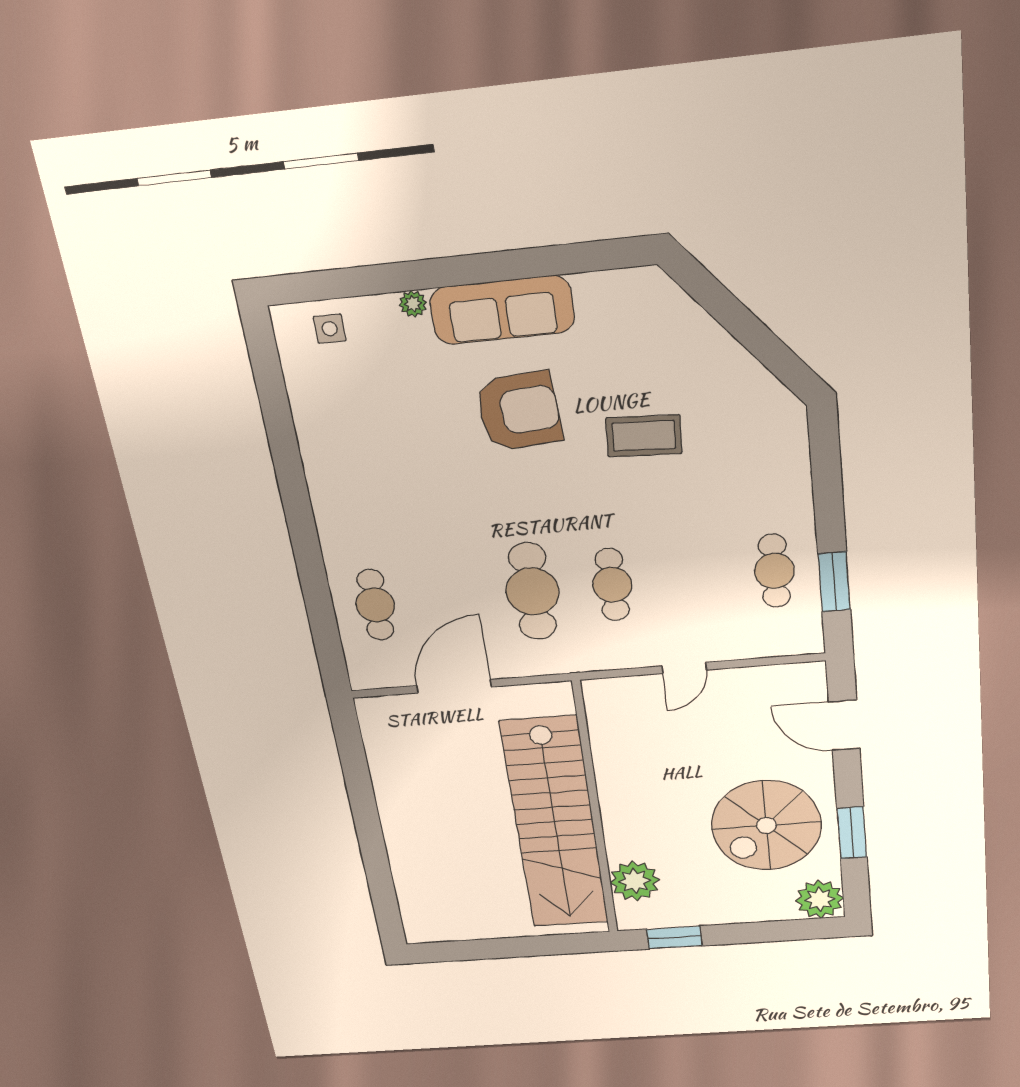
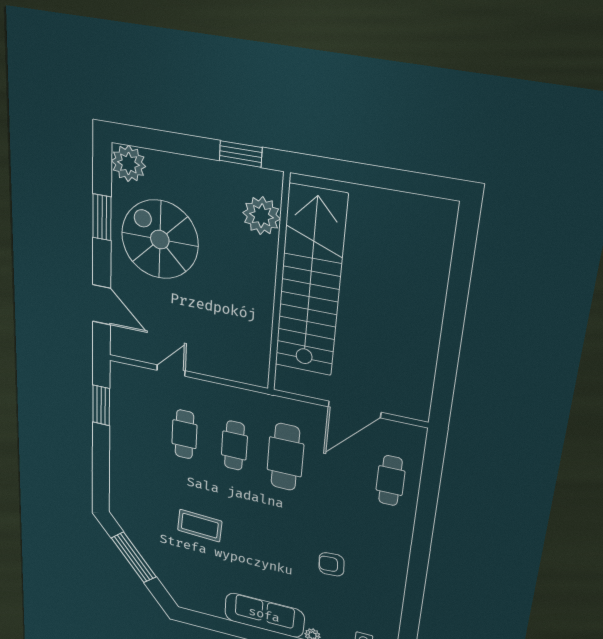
window: (752, 334) -> (134, 557), added
armchair: (519, 411) -> (331, 564), moved, width x0.53, depth x0.53
cafe table: (774, 571) -> (184, 434), moved
door: (684, 668) -> (171, 370), moved
spiral stairs: (766, 825) -> (160, 239), turned -90

